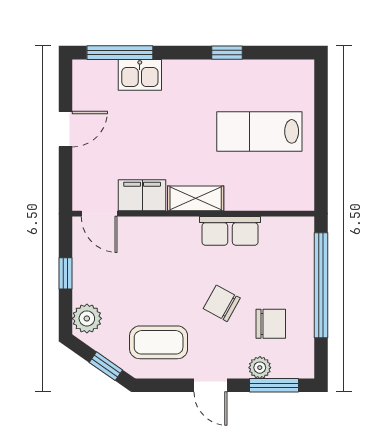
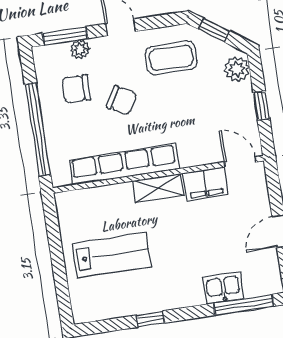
row of seats: (230, 231) -> (124, 164), width x2.02

